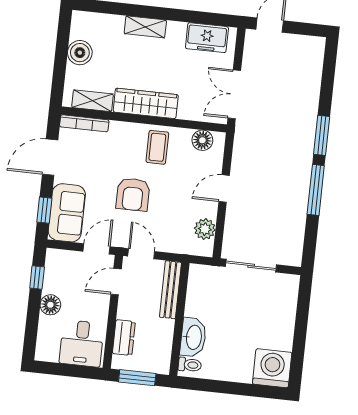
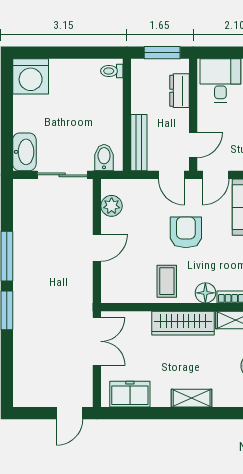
floor lamp: (202, 140) -> (205, 293), moved
bidet: (207, 279) -> (104, 158), added
washbasin: (193, 337) -> (24, 152), moved, turned 180

